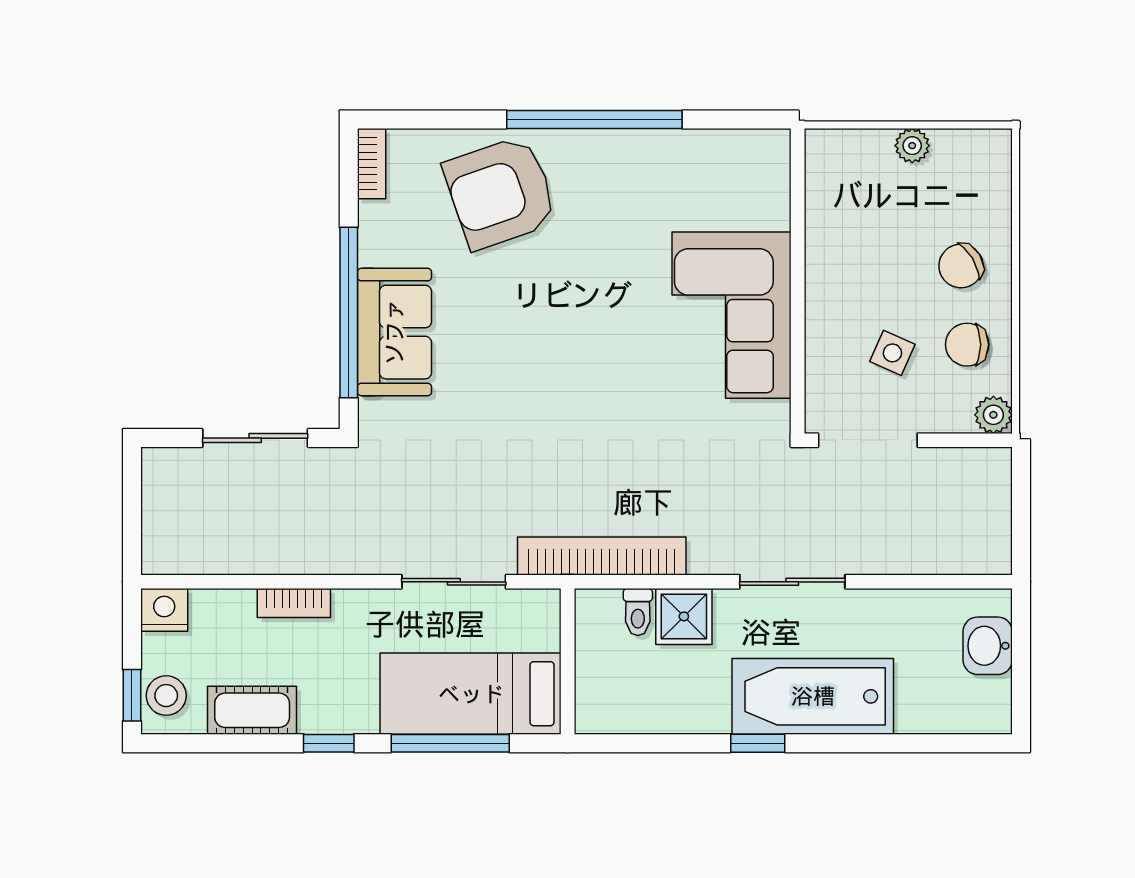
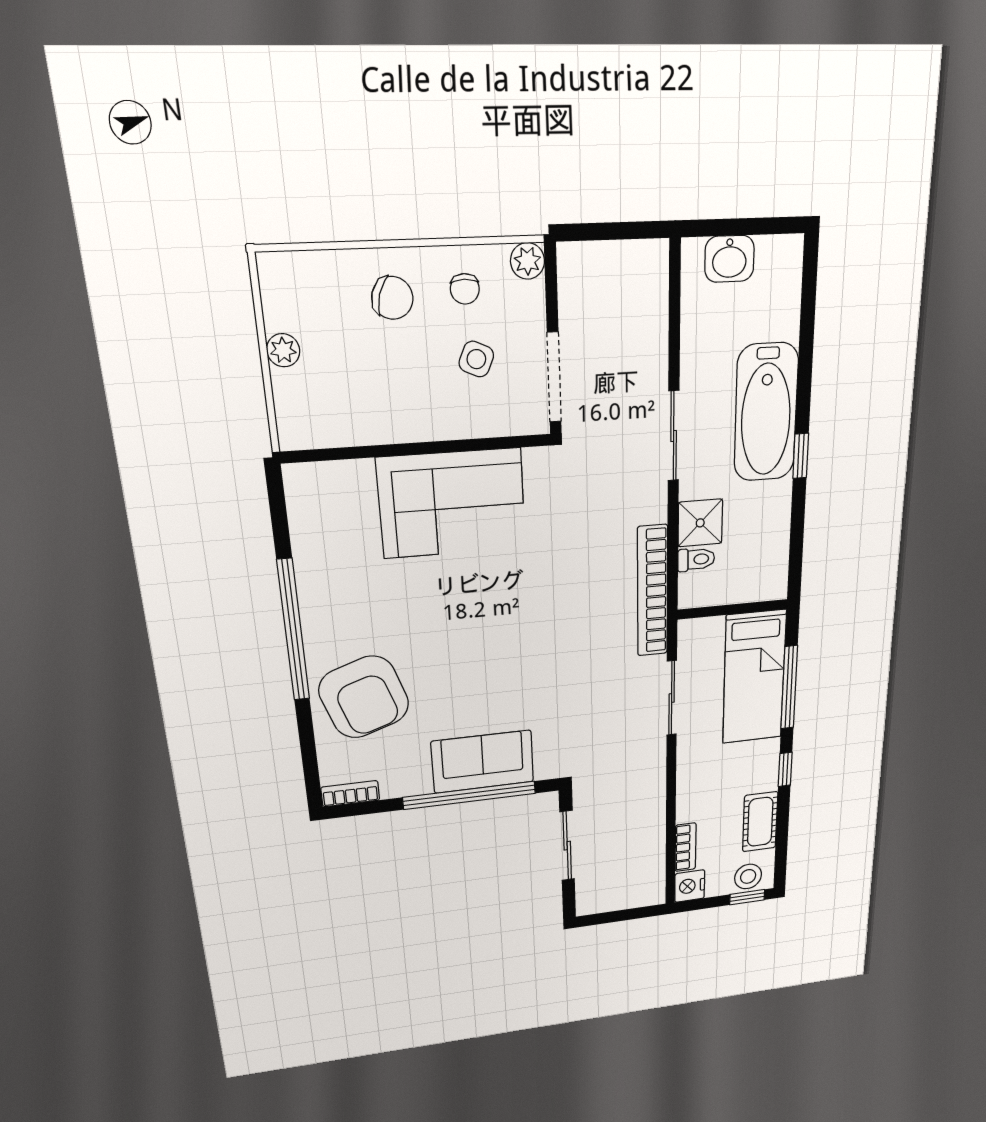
chair: (961, 266) -> (392, 298), turned -42
chair: (967, 345) -> (465, 289), width x0.73, depth x0.73
bookcase: (294, 603) -> (685, 847), moved

